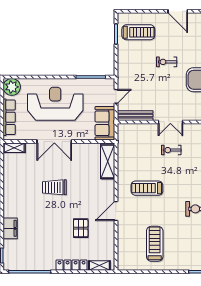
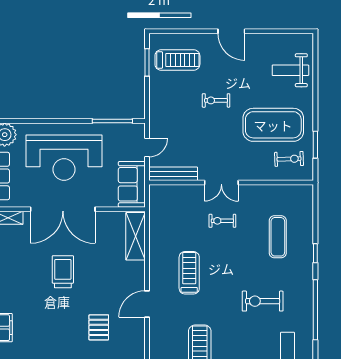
reception desk: (55, 104) -> (64, 158), turned 180
double door: (54, 142) -> (63, 209), width x1.36
trolley: (54, 187) -> (63, 272), turned 90
treadmill: (147, 188) -> (189, 273), turned 90

